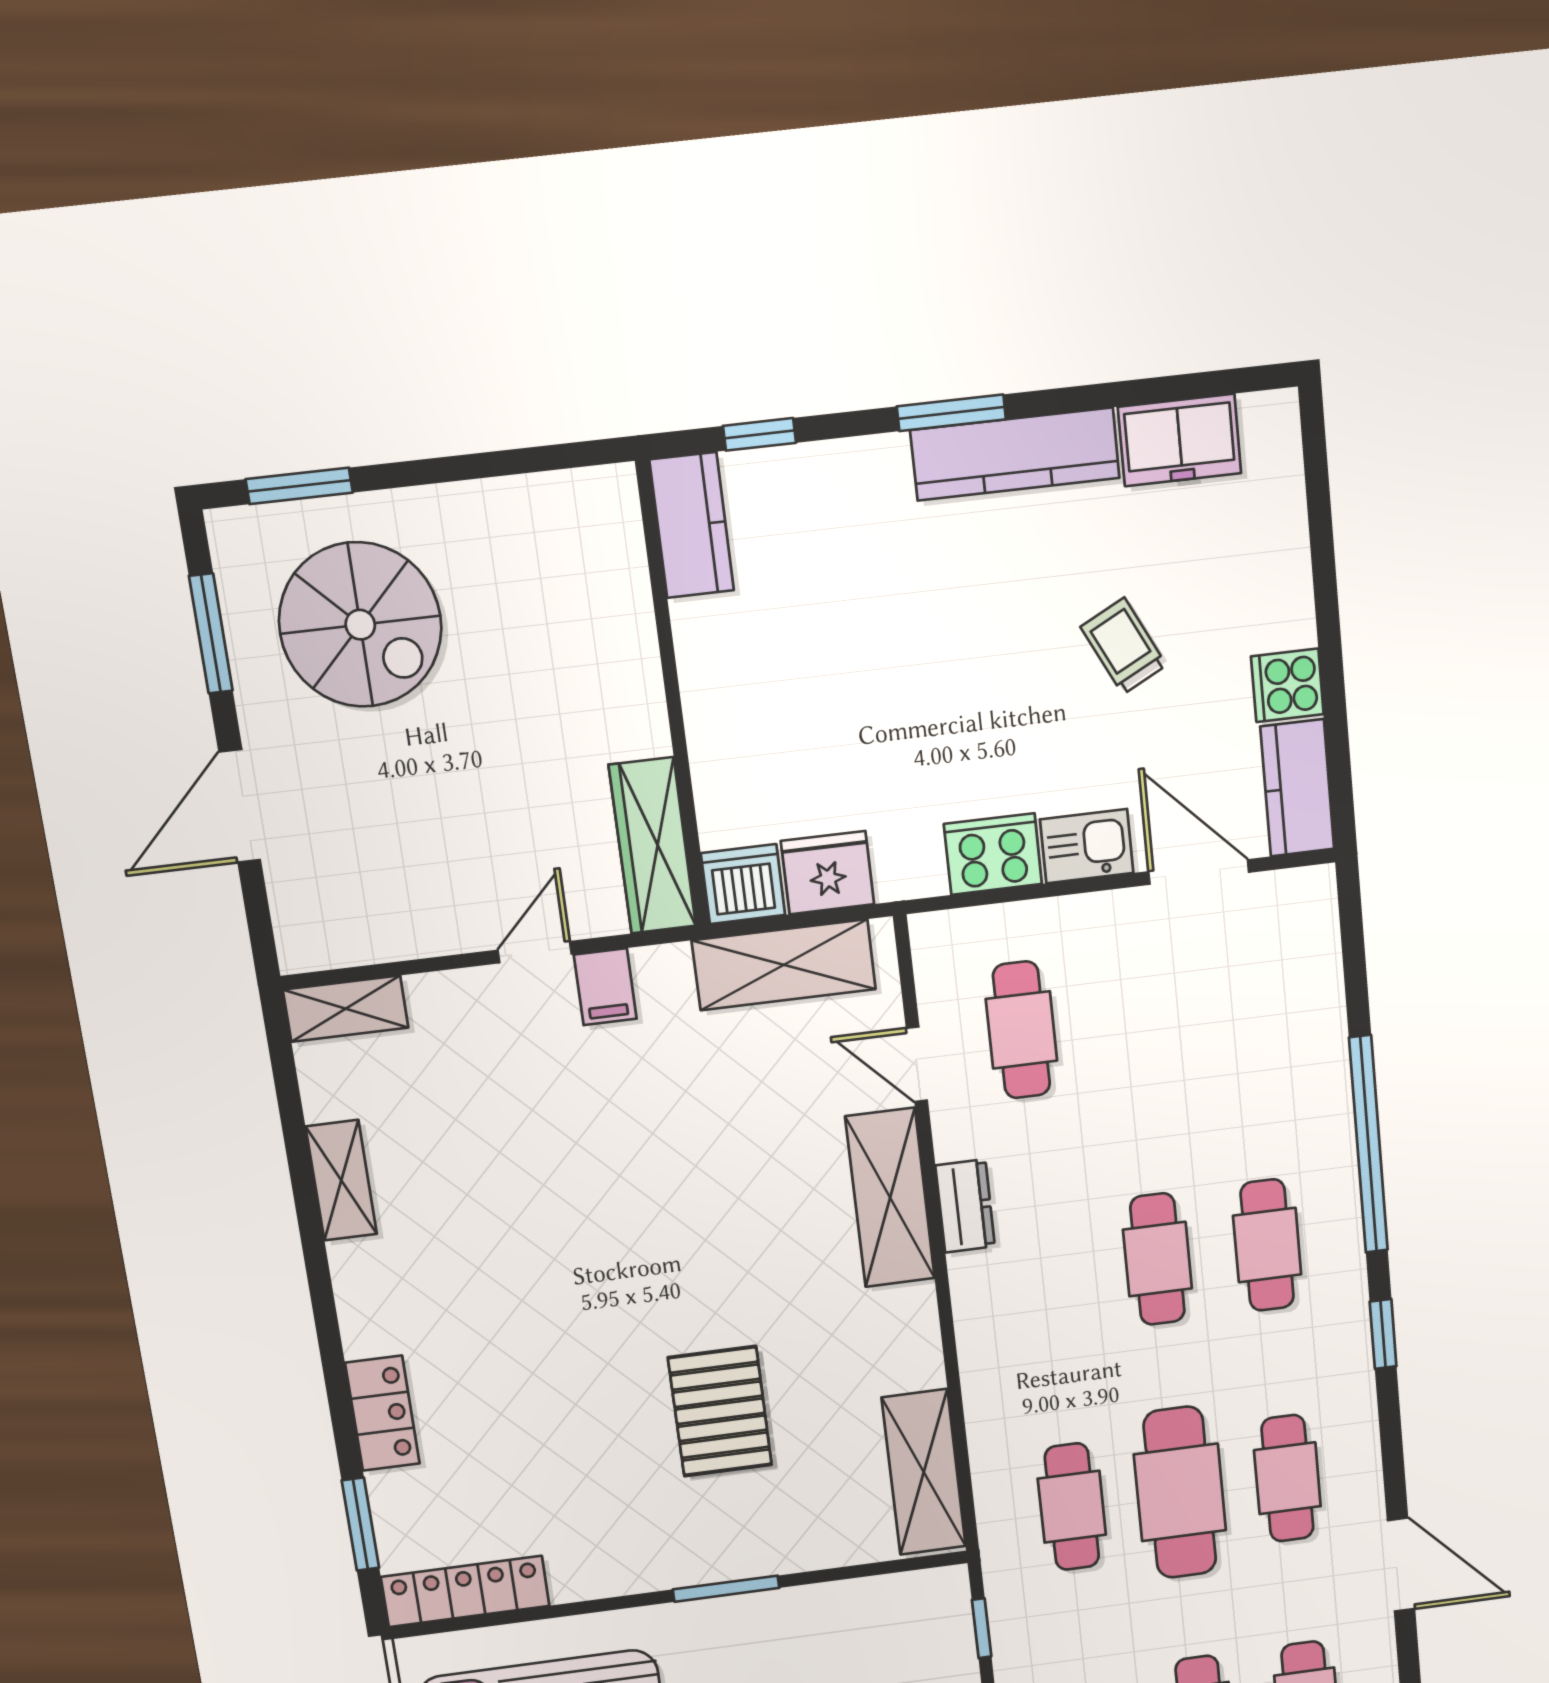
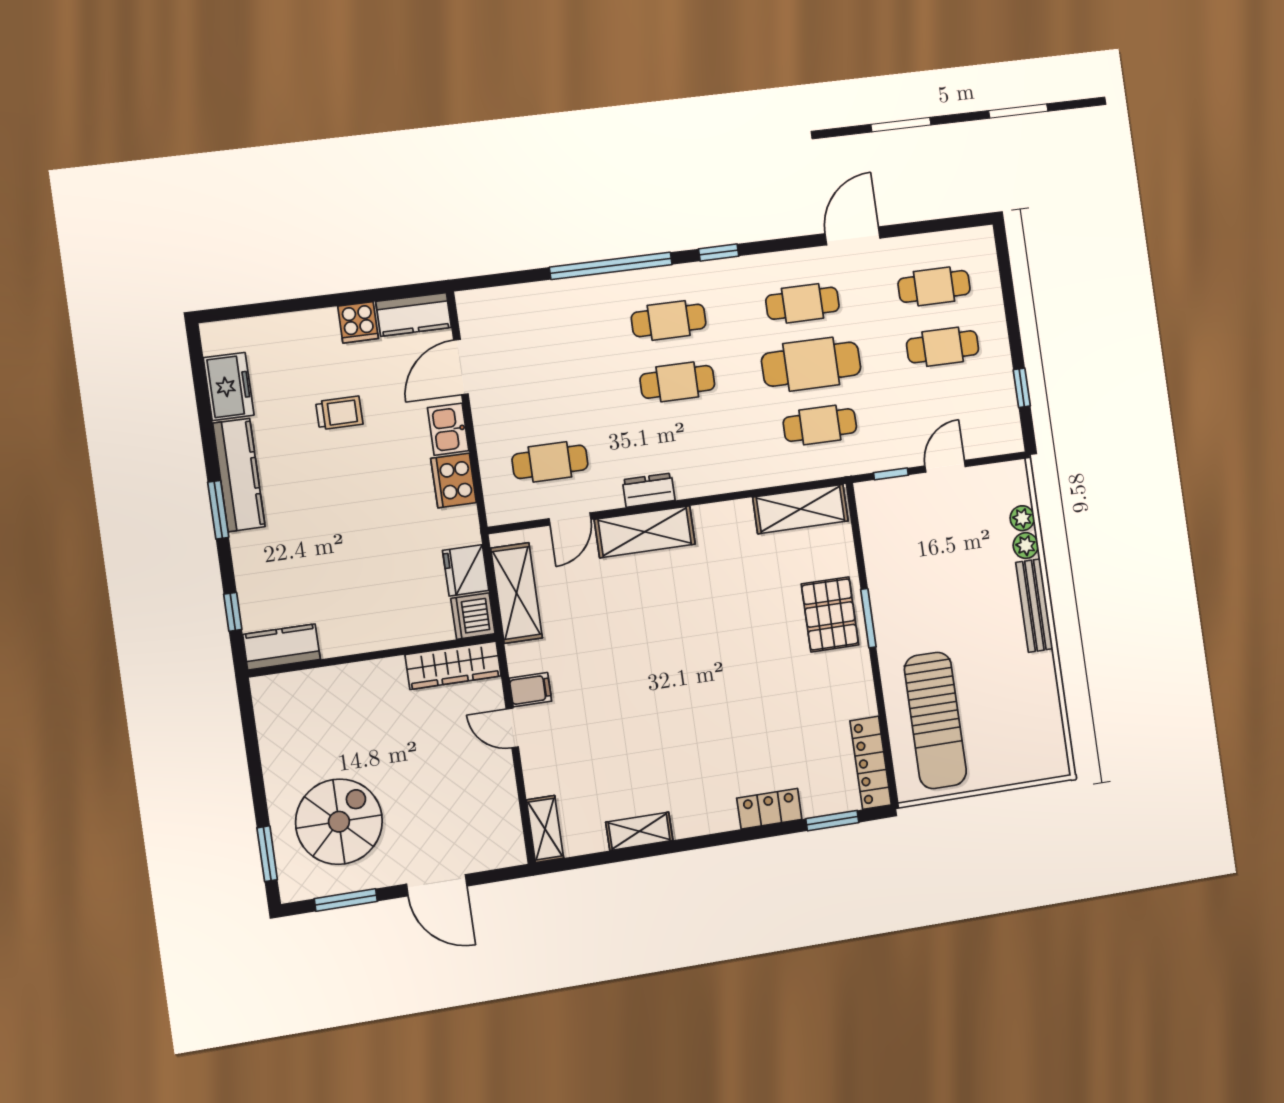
trolley: (1124, 646) -> (339, 413), turned -153
pallet: (720, 1411) -> (830, 614), moved, turned 90

